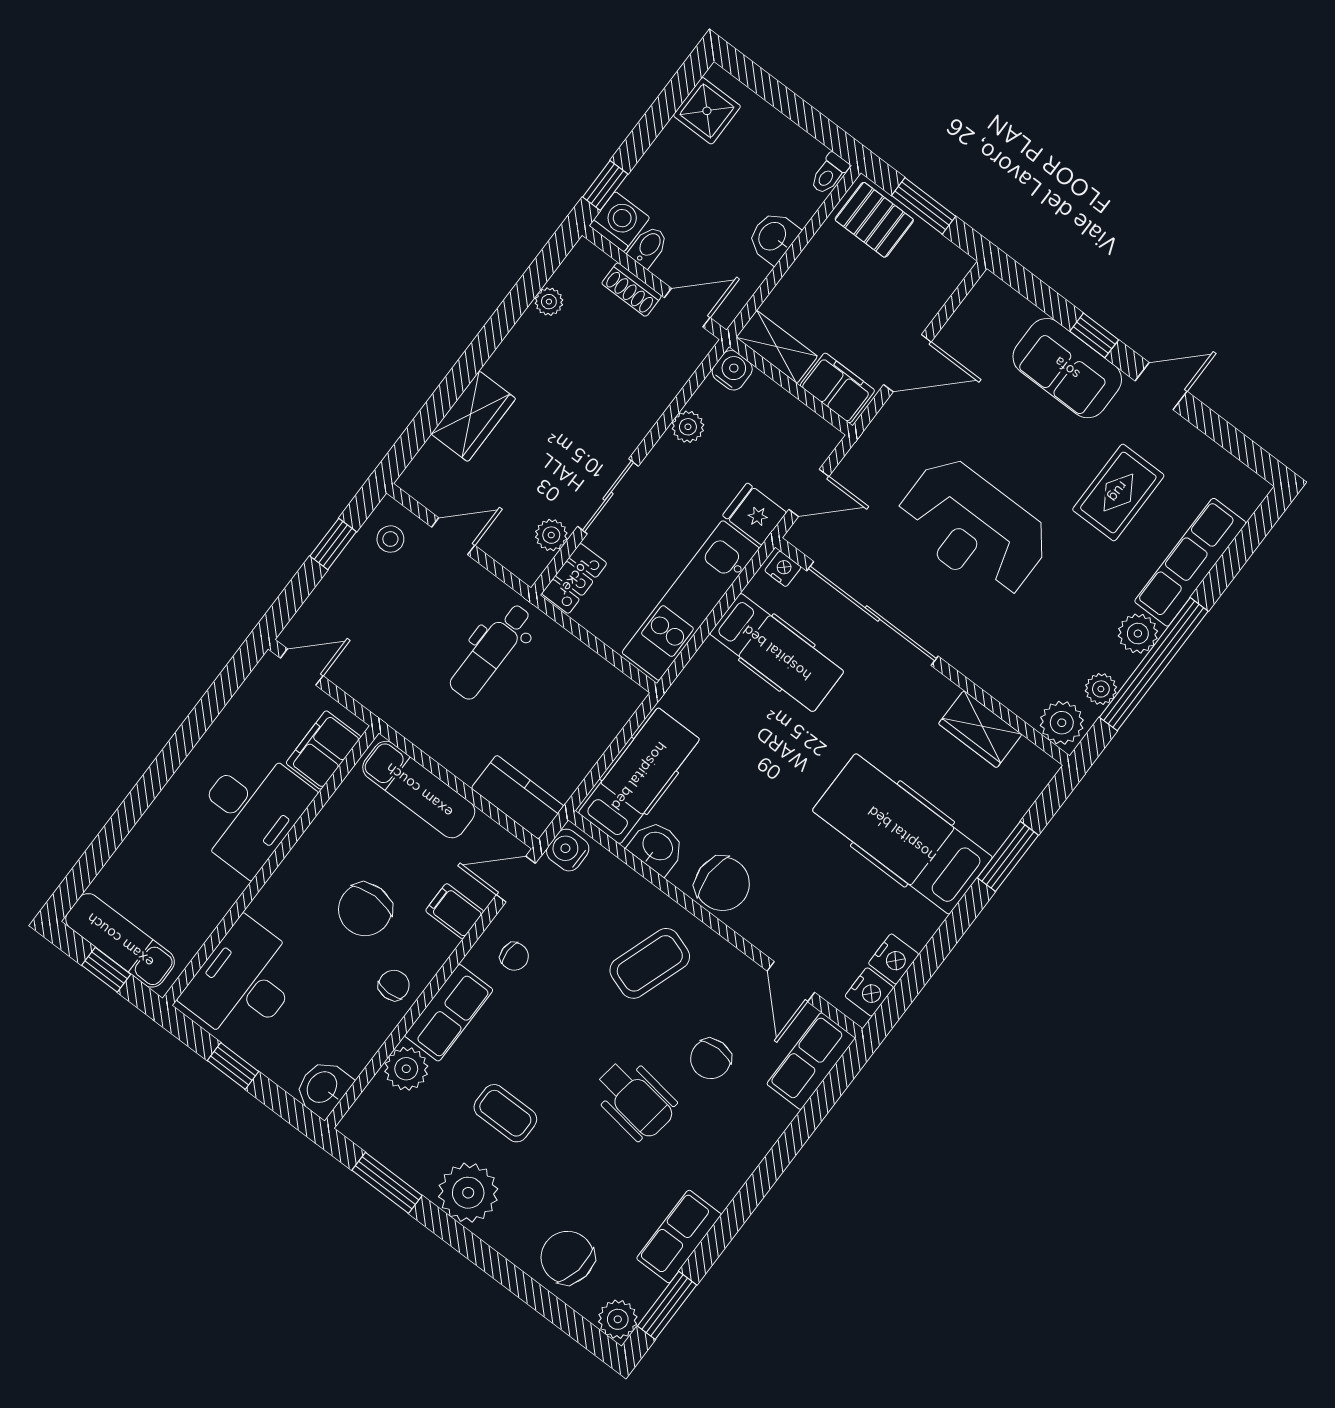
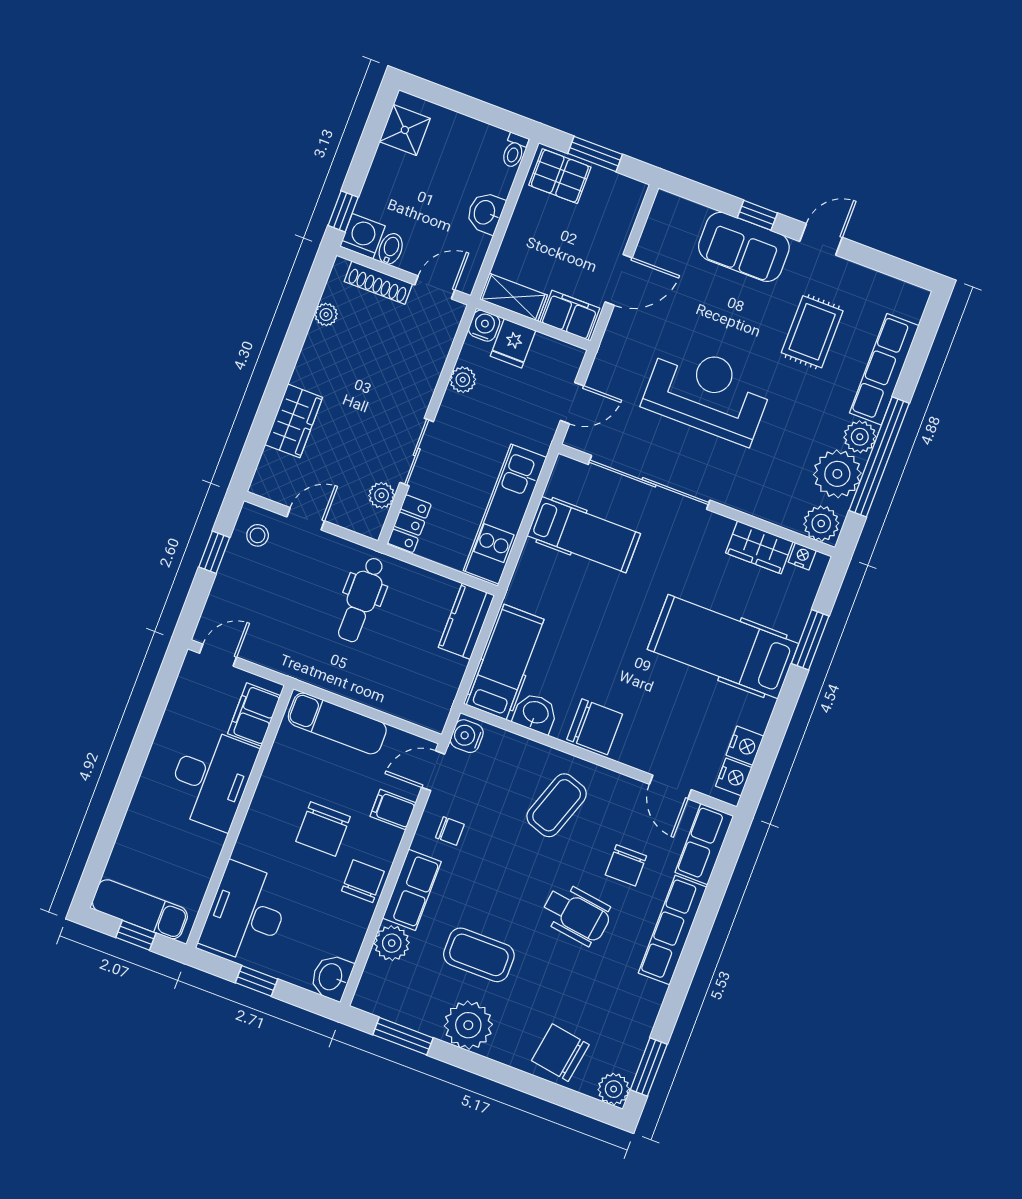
shoe rack: (632, 290) -> (378, 283), width x1.43
fridge: (755, 514) -> (513, 343), moved, turned -90
reception desk: (973, 528) -> (707, 393), turned 180
nightstand: (783, 569) -> (802, 556), moved
plant: (1101, 689) -> (837, 474), width x1.87, depth x1.87
kitchen counter: (518, 797) -> (466, 621), moved, turned -90
chair: (394, 985) -> (363, 881), width x1.37, depth x1.37
coffee table: (505, 1113) -> (479, 955), width x1.36, depth x1.30
row of seats: (679, 1236) -> (673, 930), moved, width x1.48

